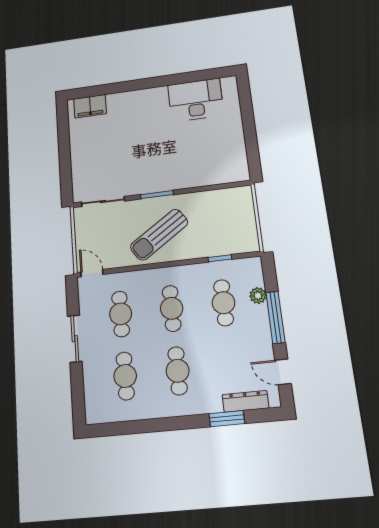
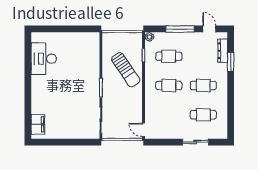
sun lounger: (159, 235) -> (126, 70), moved
door: (92, 273) -> (143, 130), hinge flipped
plant: (258, 296) -> (149, 37), moved
cafe table: (121, 314) -> (169, 115), removed
sliding door: (75, 339) -> (195, 142), moved
door: (283, 372) -> (209, 29), swing flipped

